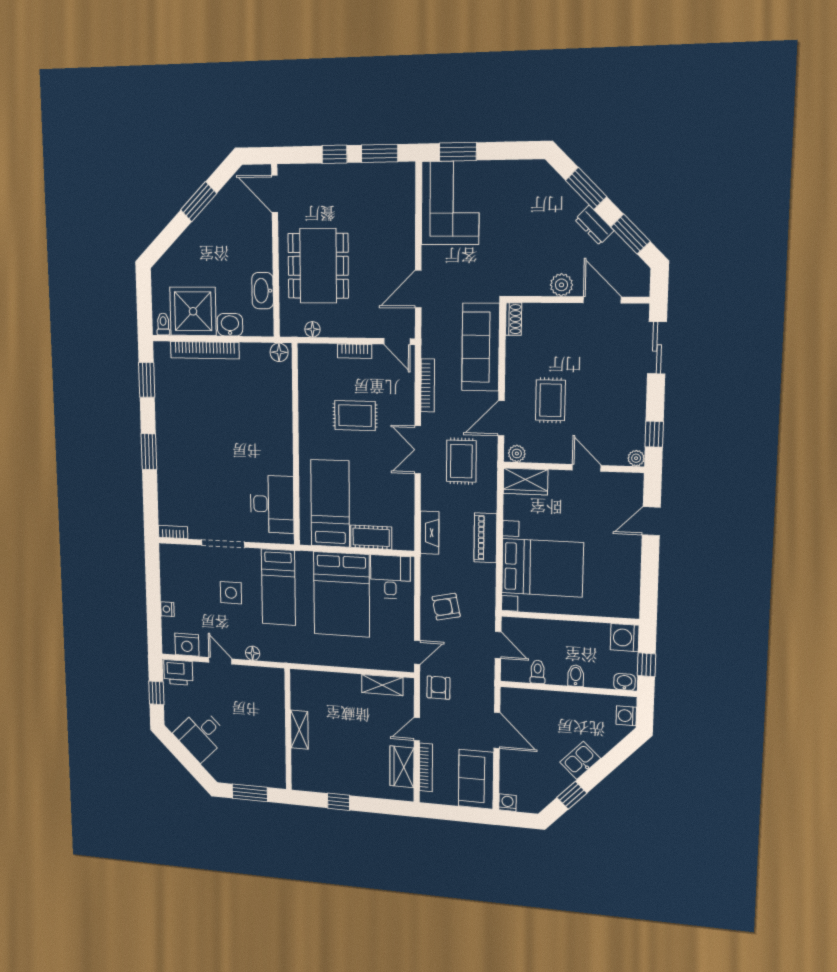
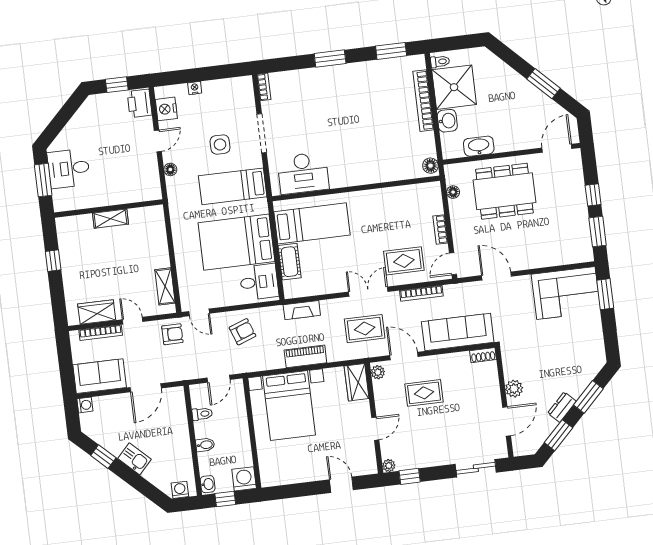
rug: (355, 416) -> (404, 261), moved, turned 90
armchair: (446, 607) -> (242, 332), turned 82
desk: (201, 735) -> (69, 168), moved, turned -45

